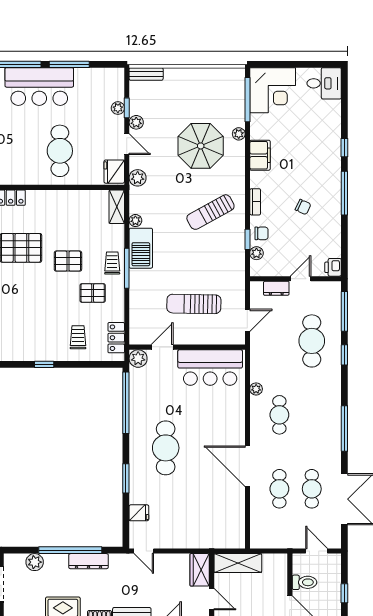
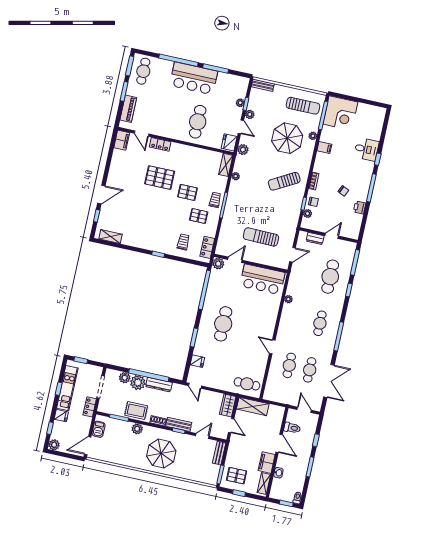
desk: (324, 83) -> (366, 149), moved
sun lounger: (214, 92) -> (303, 106), added
filing cabinet: (260, 155) -> (324, 148), width x0.50
barbecue: (141, 248) -> (235, 194), removed
printer: (333, 267) -> (360, 207), moved
cafe table: (279, 415) -> (320, 323), moved
door: (247, 466) -> (272, 347), width x0.53
cafe table: (221, 531) -> (247, 384), added
plant: (56, 565) -> (138, 382), added

